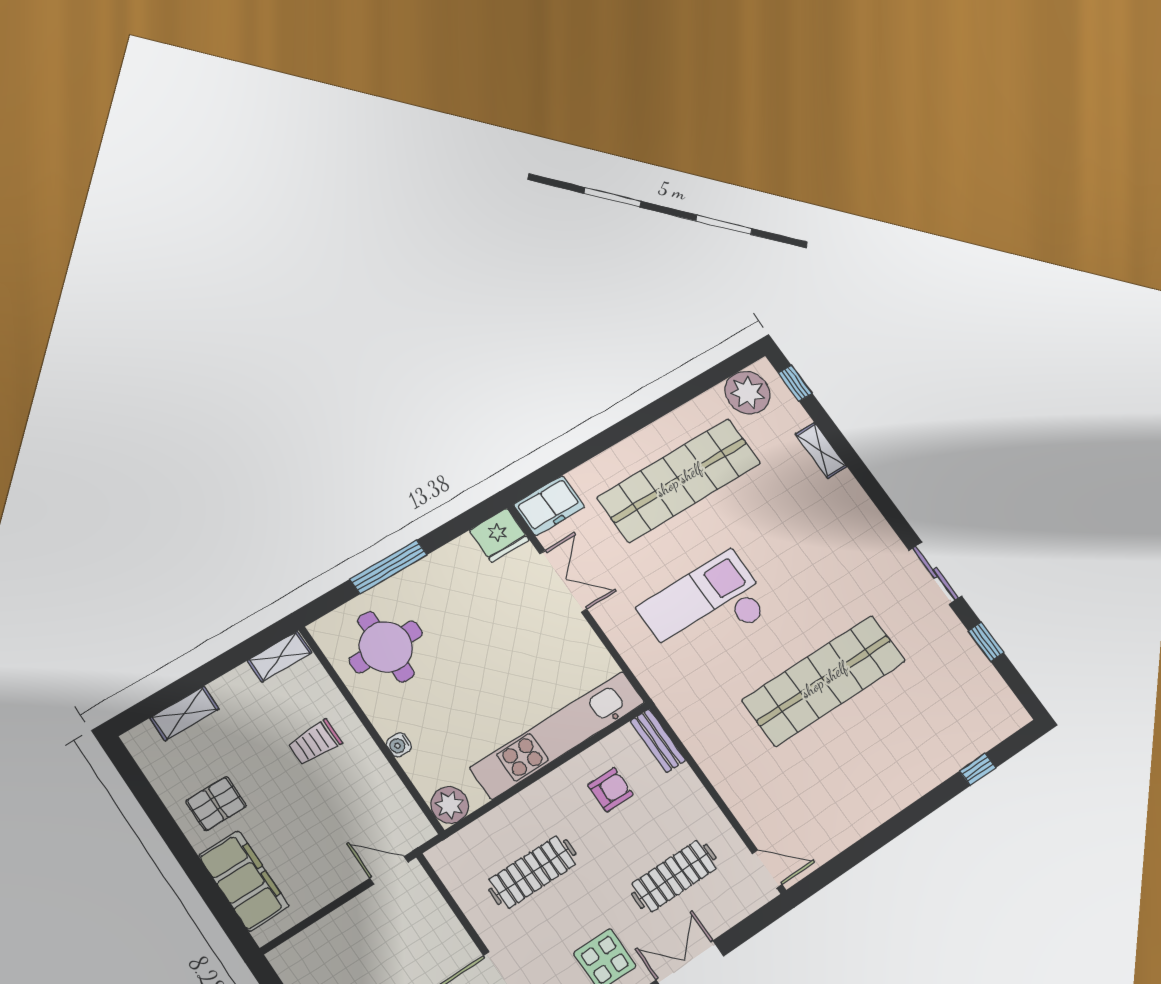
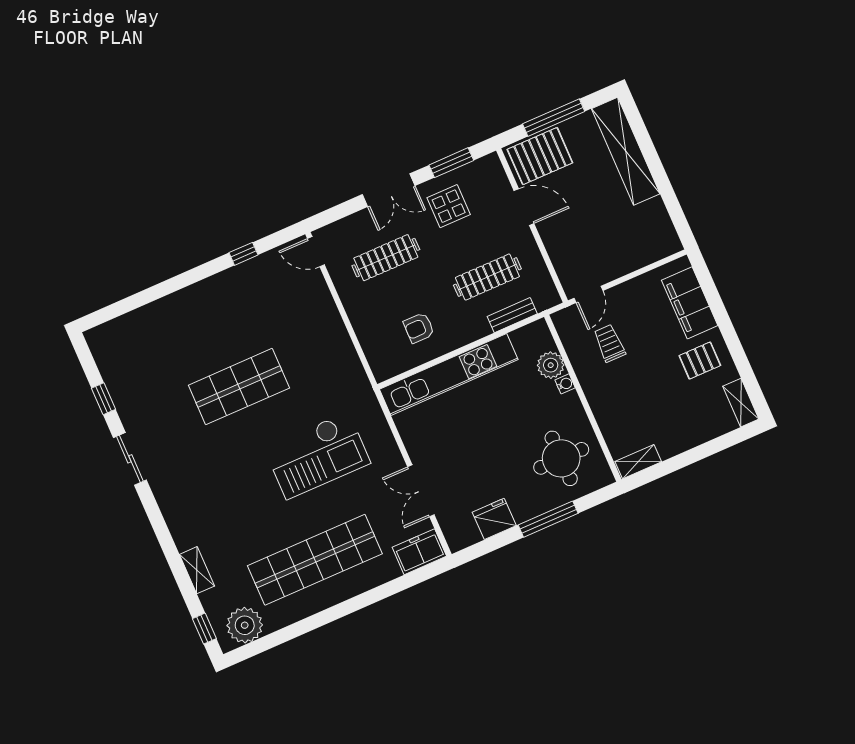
fridge: (499, 535) -> (494, 519), moved
shop shelf: (824, 680) -> (239, 387), width x0.71
shelving: (185, 714) -> (741, 403), moved, turned 90
bench: (658, 741) -> (512, 315), moved, turned 90
trolley: (315, 742) -> (609, 343), moved, turned -90
window: (978, 769) -> (244, 254), moved
plant: (450, 805) -> (551, 365), moved
door: (389, 870) -> (589, 294), hinge flipped

